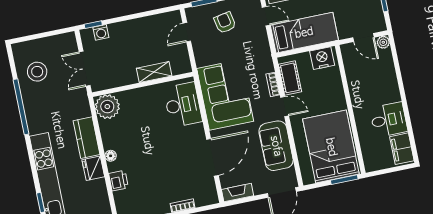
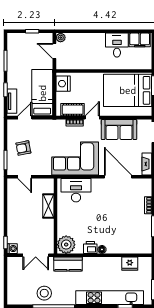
washing machine: (101, 32) -> (12, 249), moved
door: (364, 37) -> (54, 51), swing flipped
stool: (37, 72) -> (44, 293), moved
kitchen counter: (87, 138) -> (68, 264), moved
fridge: (93, 168) -> (130, 264), moved
printer: (118, 181) -> (90, 247), moved

